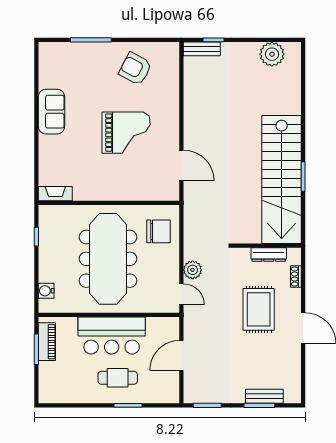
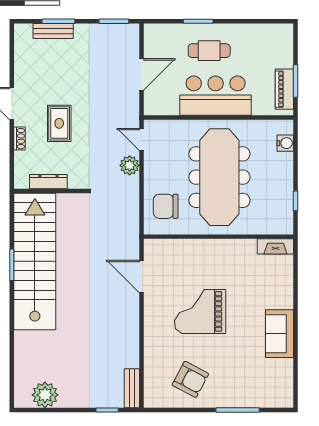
bench: (202, 49) -> (132, 388), moved, turned 90
shoe rack: (296, 277) -> (20, 139), moved
rug: (259, 309) -> (59, 123), width x0.73, depth x0.70

